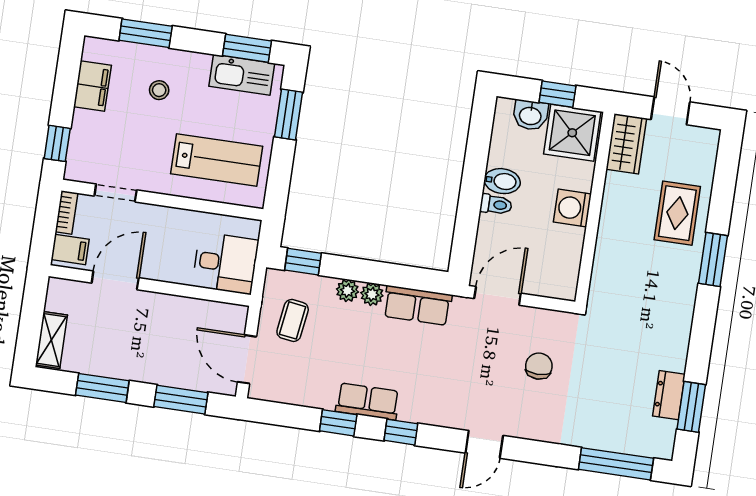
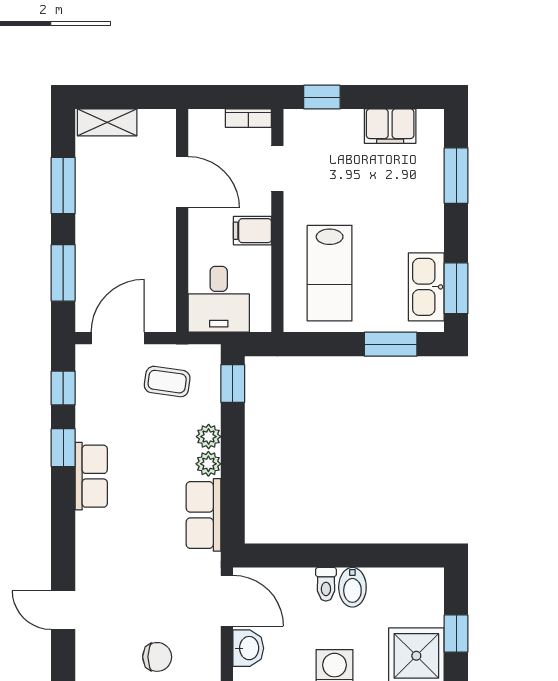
stool: (159, 90) -> (396, 199), removed
washbasin: (530, 115) -> (248, 648), moved, turned 180
filing cabinet: (70, 249) -> (252, 231), moved, turned 90
window: (401, 432) -> (63, 388), moved

